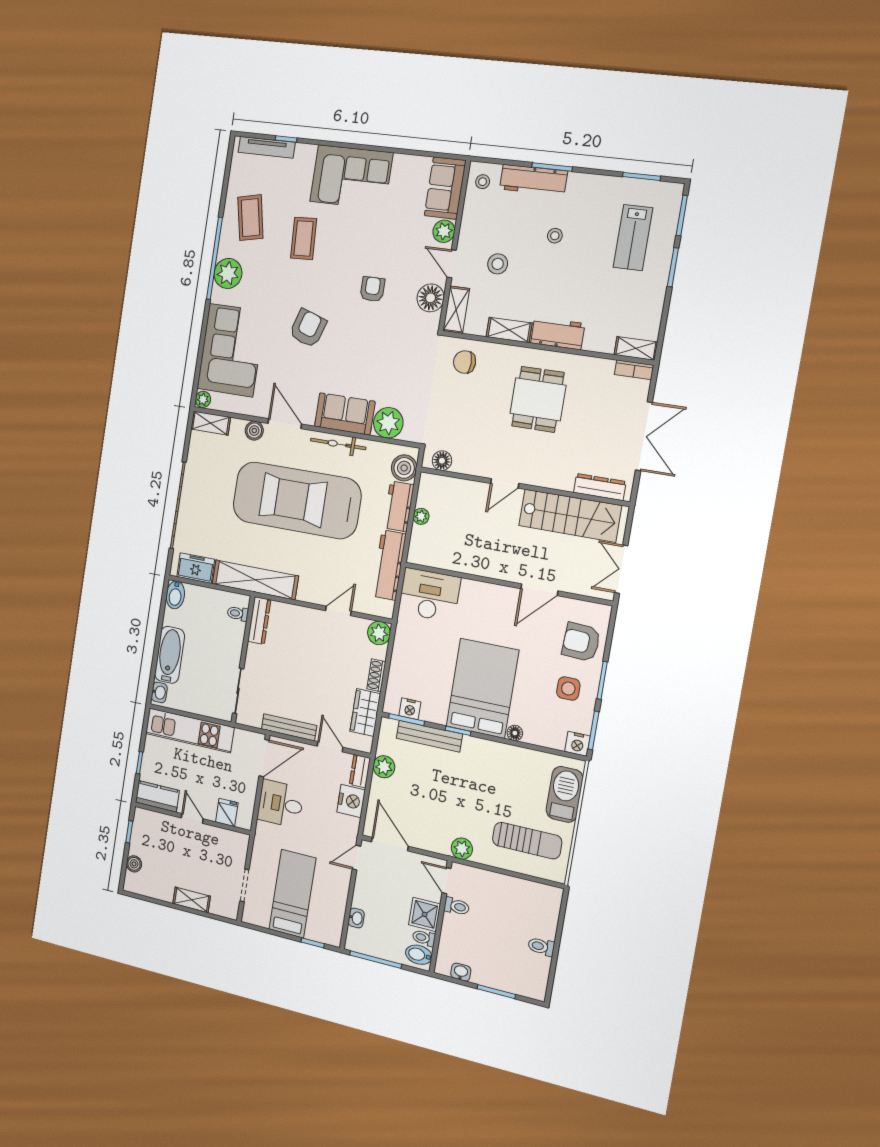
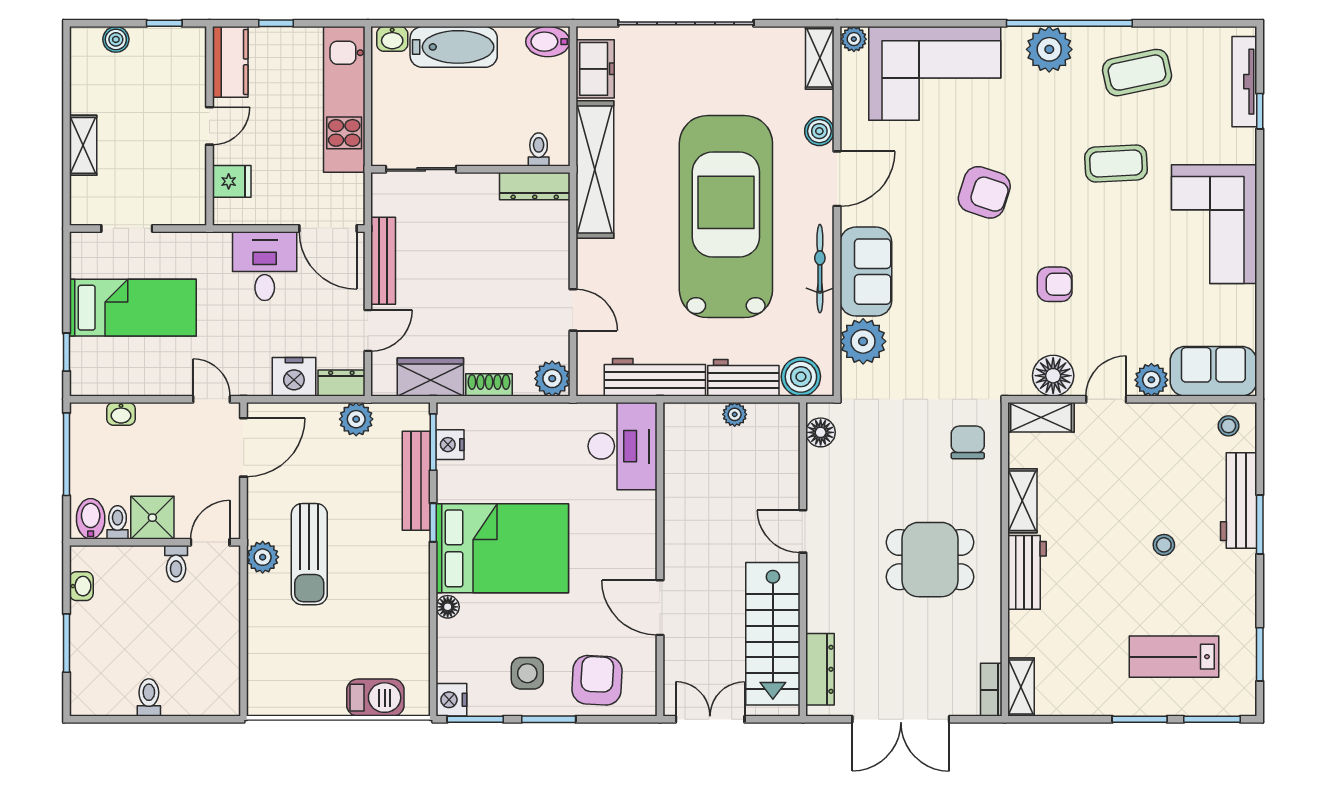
stool: (498, 264) -> (1114, 468), removed
barbecue: (565, 794) -> (375, 698), width x0.73, depth x0.83
sun lounger: (527, 841) -> (309, 554), moved

